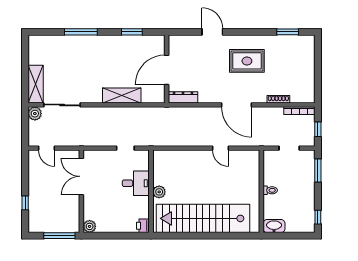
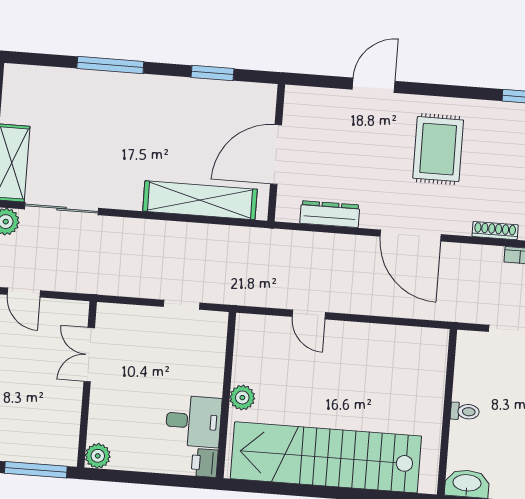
door: (212, 32) -> (374, 85), hinge flipped
rug: (247, 61) -> (438, 149), turned 90
shelving: (122, 95) -> (200, 200), width x1.47
dresser: (183, 97) -> (330, 214), moved
door: (220, 148) -> (309, 315), moved
double door: (81, 176) -> (89, 355), width x0.73
desk: (136, 183) -> (194, 421), moved

